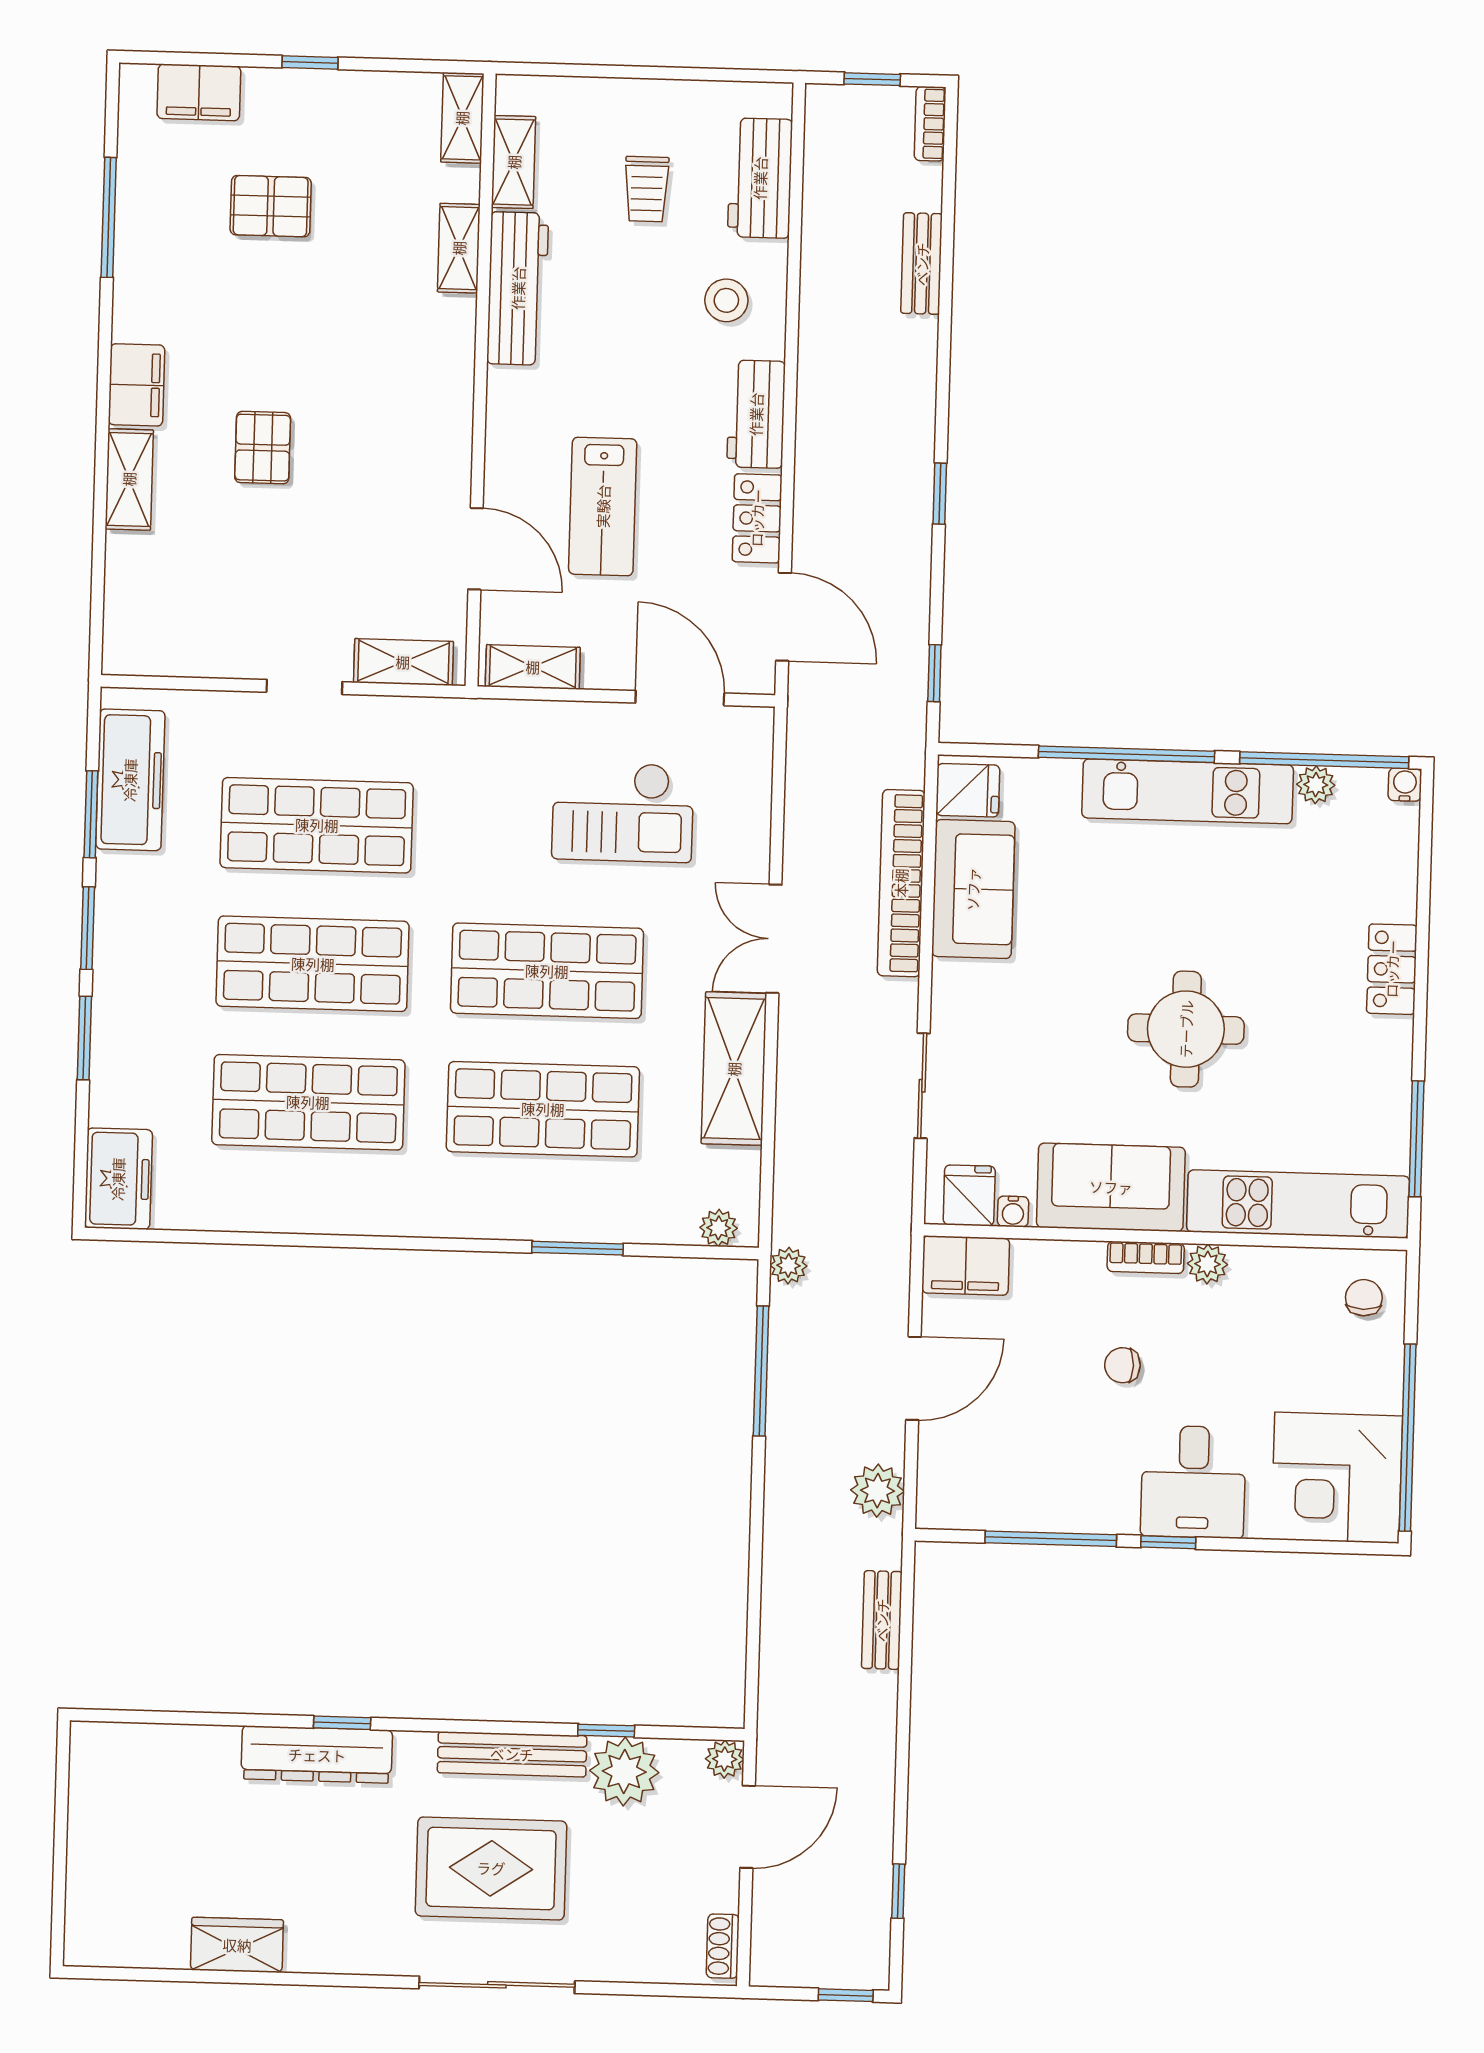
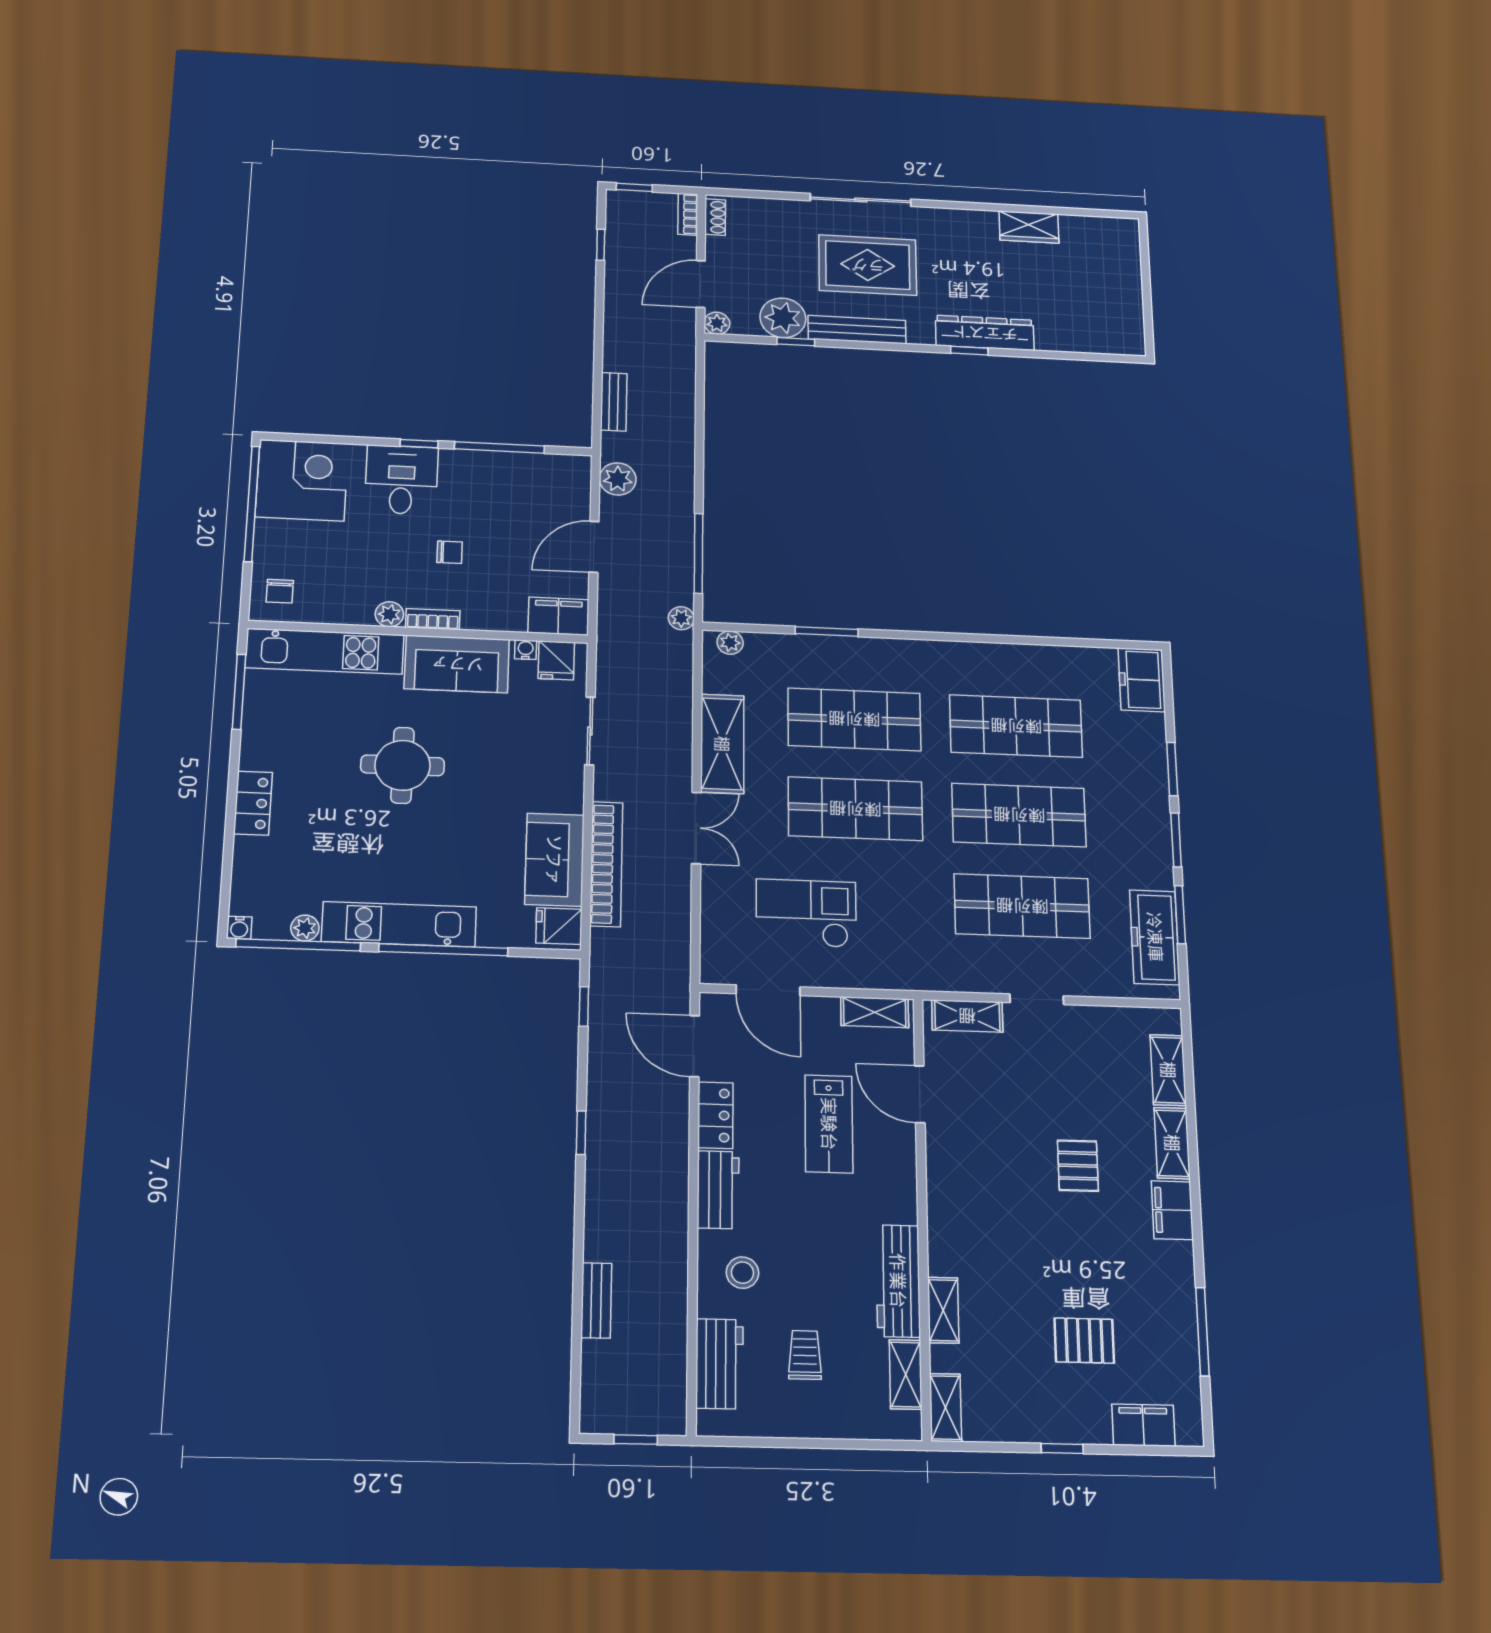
bookcase: (930, 124) -> (688, 214), moved, turned 180
lab bench: (603, 506) -> (829, 1124), turned 180
shelving: (126, 584) -> (1168, 1070), added

